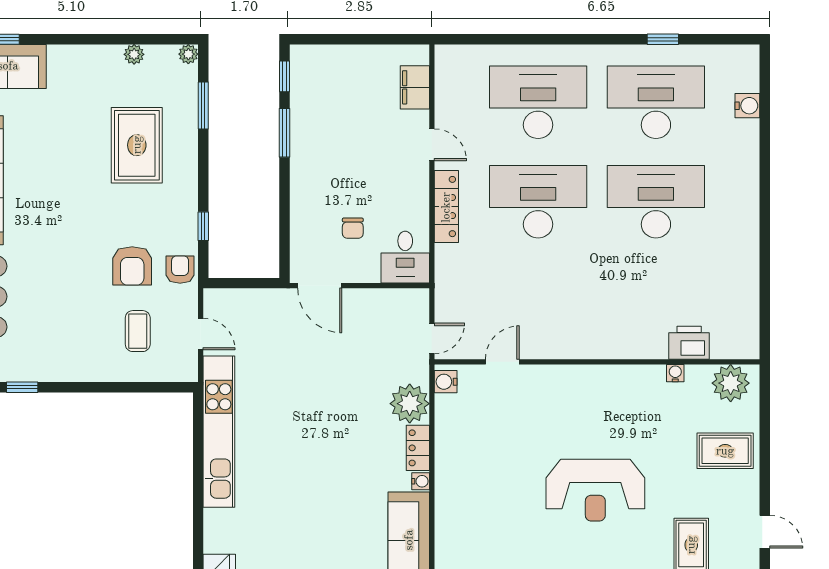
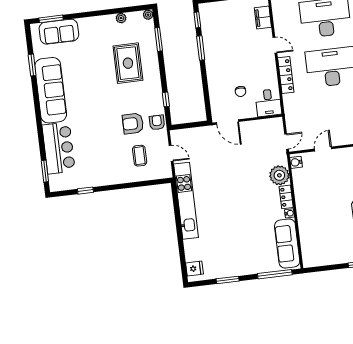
armchair: (132, 266) -> (133, 124), turned 90

